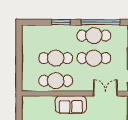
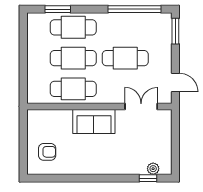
window: (61, 22) -> (58, 9), moved
cafe table: (94, 36) -> (73, 27), moved

